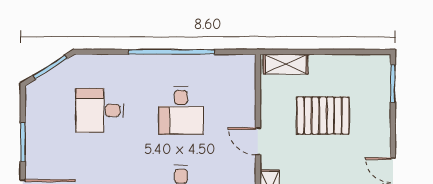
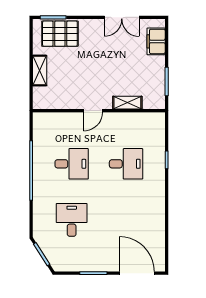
shelving: (285, 64) -> (40, 71), moved
desk: (100, 110) -> (72, 220), turned 180
pallet: (323, 116) -> (60, 34), moved, turned 90

